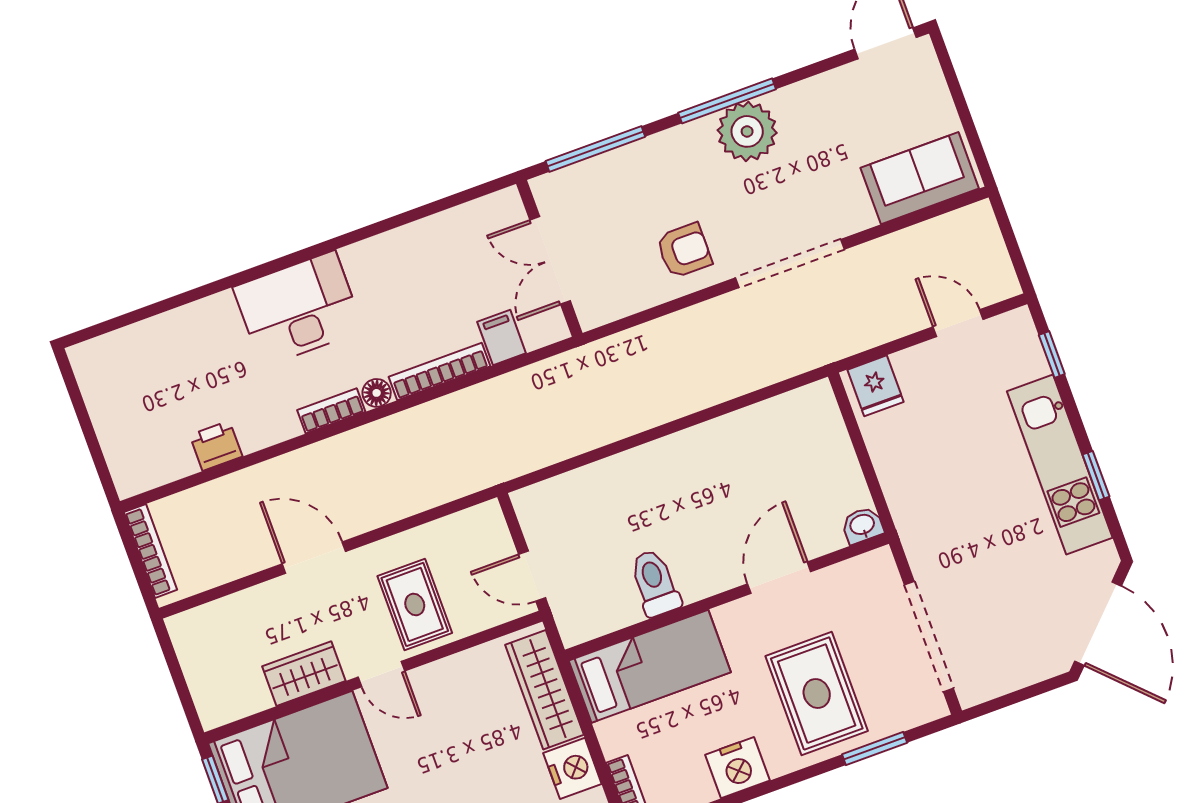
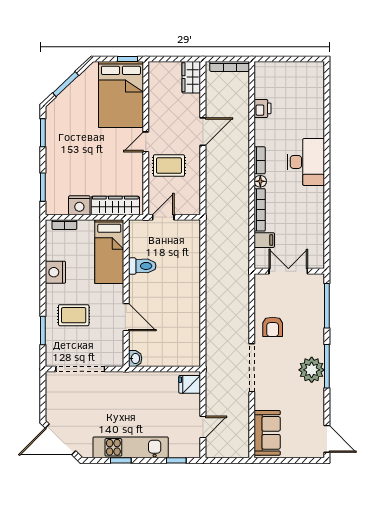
wardrobe: (304, 674) -> (191, 77), moved, turned 180
rug: (817, 694) -> (74, 315), width x0.73, depth x0.70

